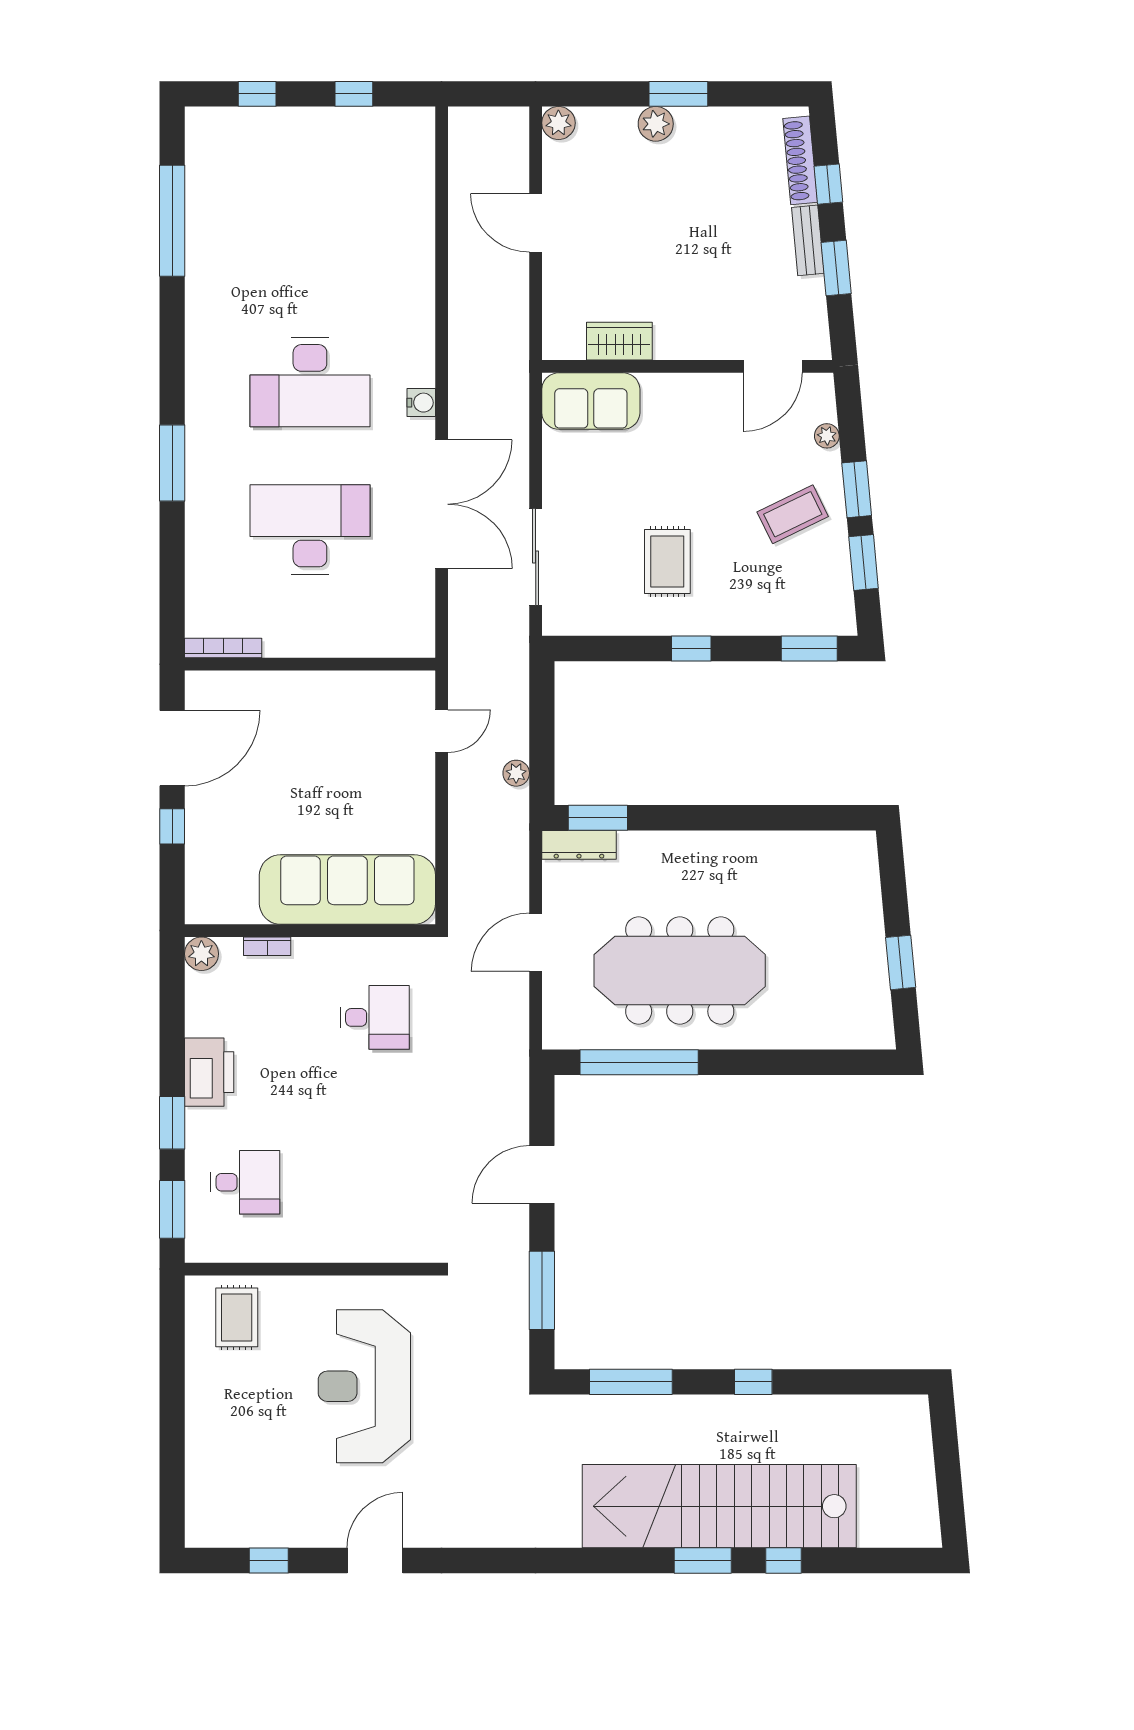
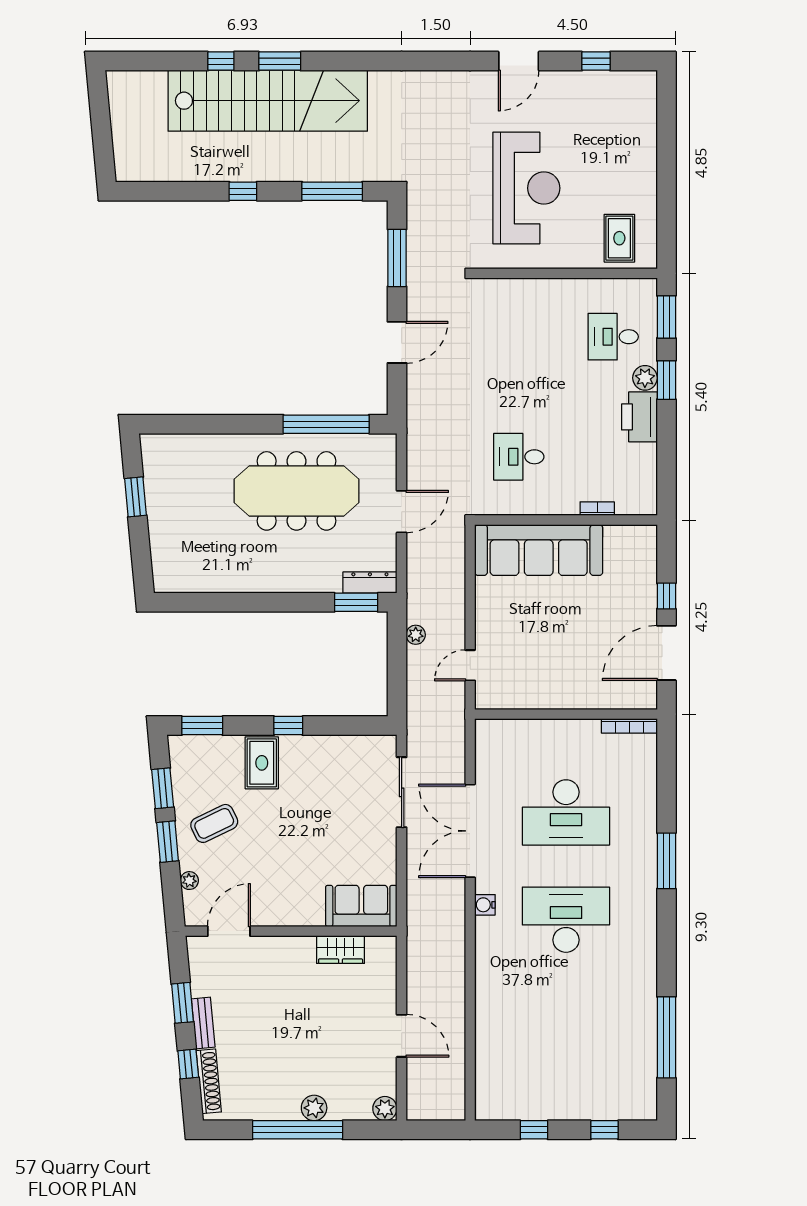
window: (678, 94) -> (298, 1130), width x2.11
rug: (667, 561) -> (262, 763), moved
plant: (201, 954) -> (645, 378), moved

